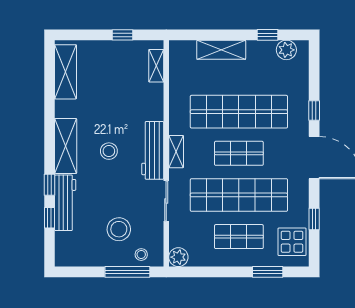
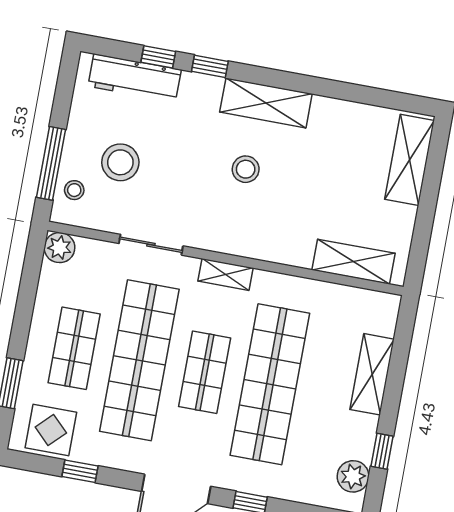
window: (123, 35) -> (424, 224), removed
shelving: (156, 66) -> (353, 262), width x1.50, depth x1.33
shelving: (66, 72) -> (409, 160), moved, turned 90
workbench: (153, 150) -> (234, 238), removed
workbench: (65, 203) -> (135, 78), moved

